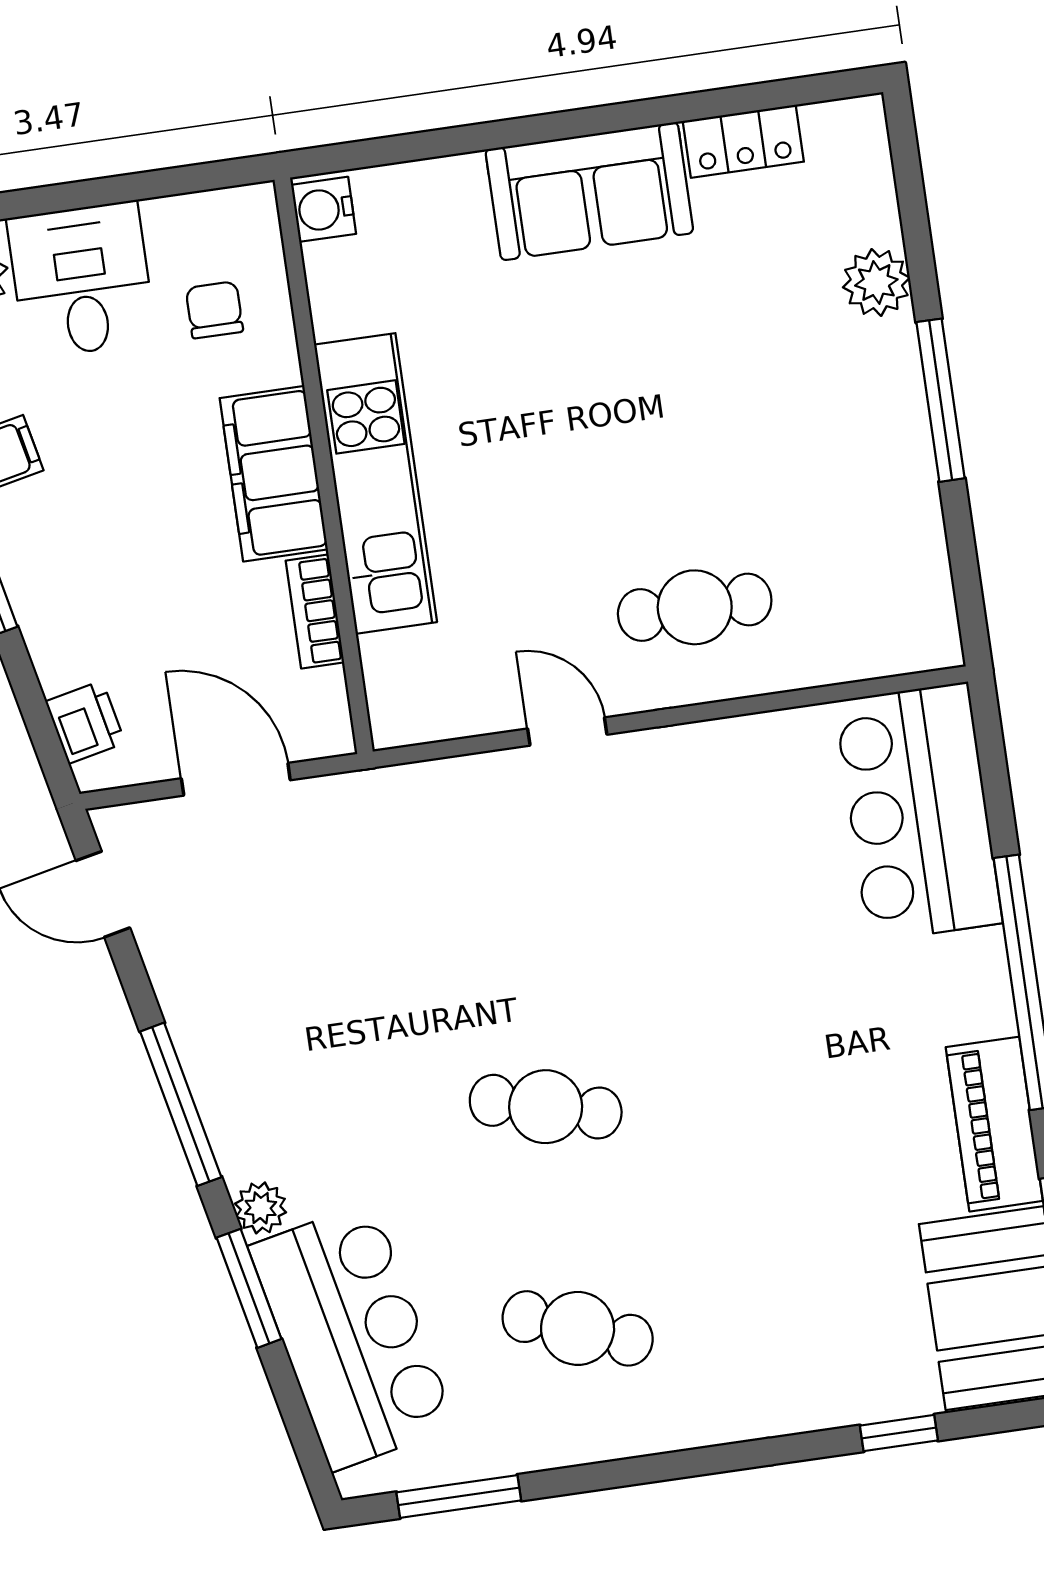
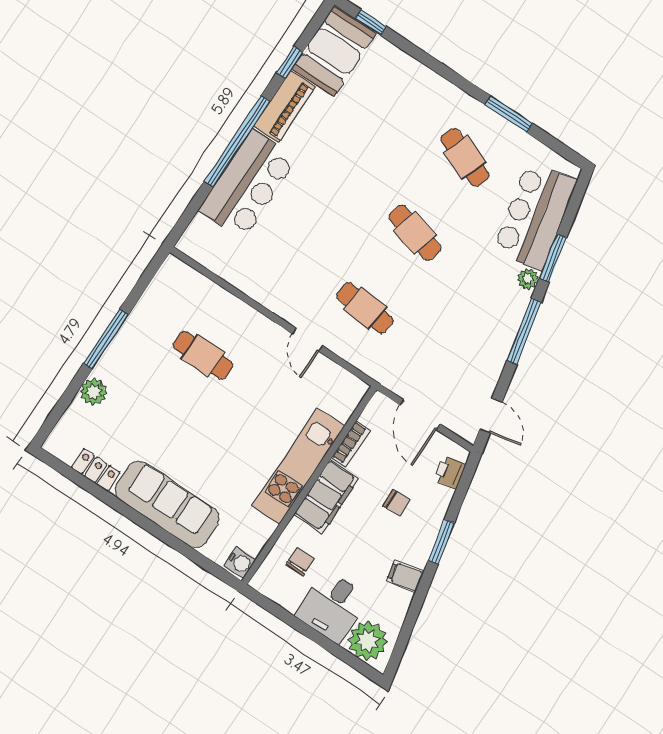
sofa: (589, 191) -> (167, 504), width x1.36
chair: (214, 310) -> (300, 562), turned 180
chair: (134, 577) -> (396, 503), added
cafe table: (695, 607) -> (203, 355), moved
bar counter: (918, 812) -> (248, 184), moved
cafe table: (514, 885) -> (365, 308), added
window: (899, 1433) -> (371, 22), moved
window: (459, 1496) -> (509, 114), moved

